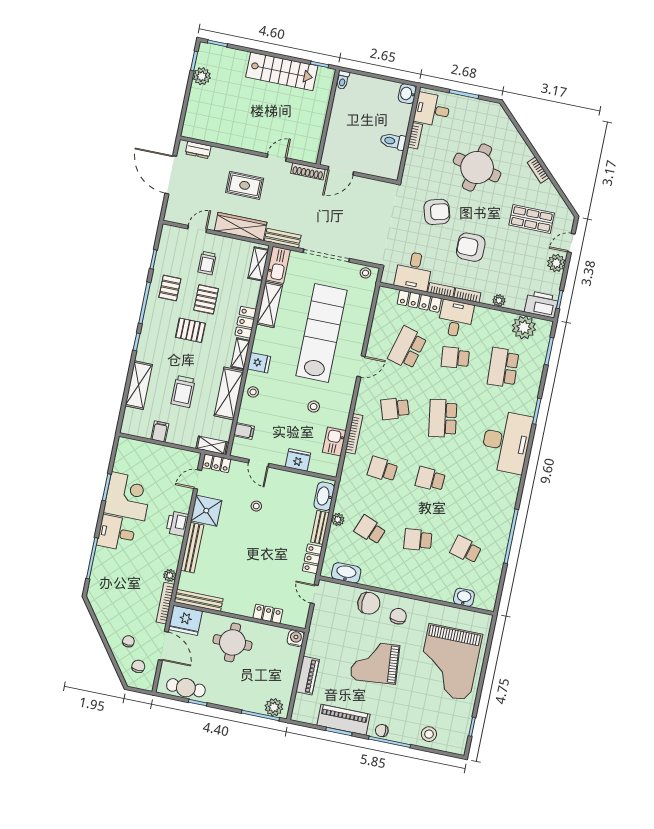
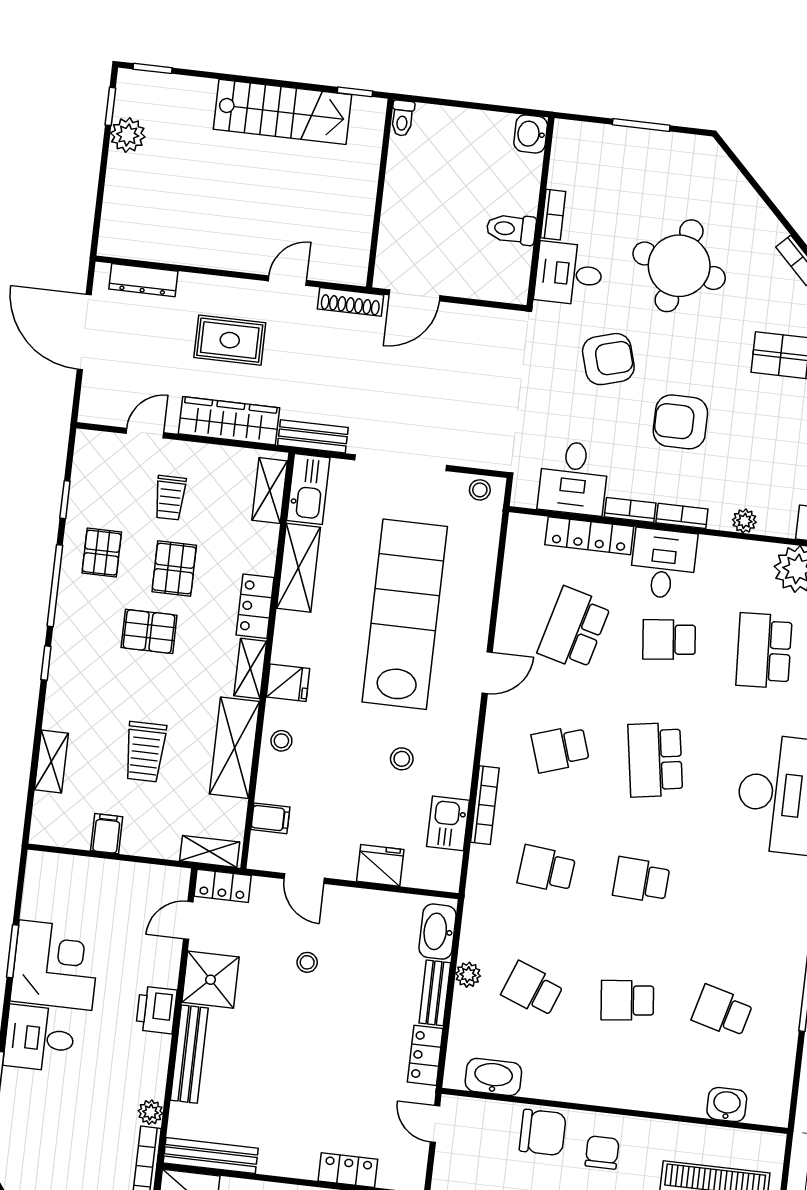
desk: (432, 110) -> (569, 274), moved
dresser: (198, 150) -> (143, 280), width x1.44
shelving: (139, 385) -> (51, 762), width x0.67, depth x0.75

